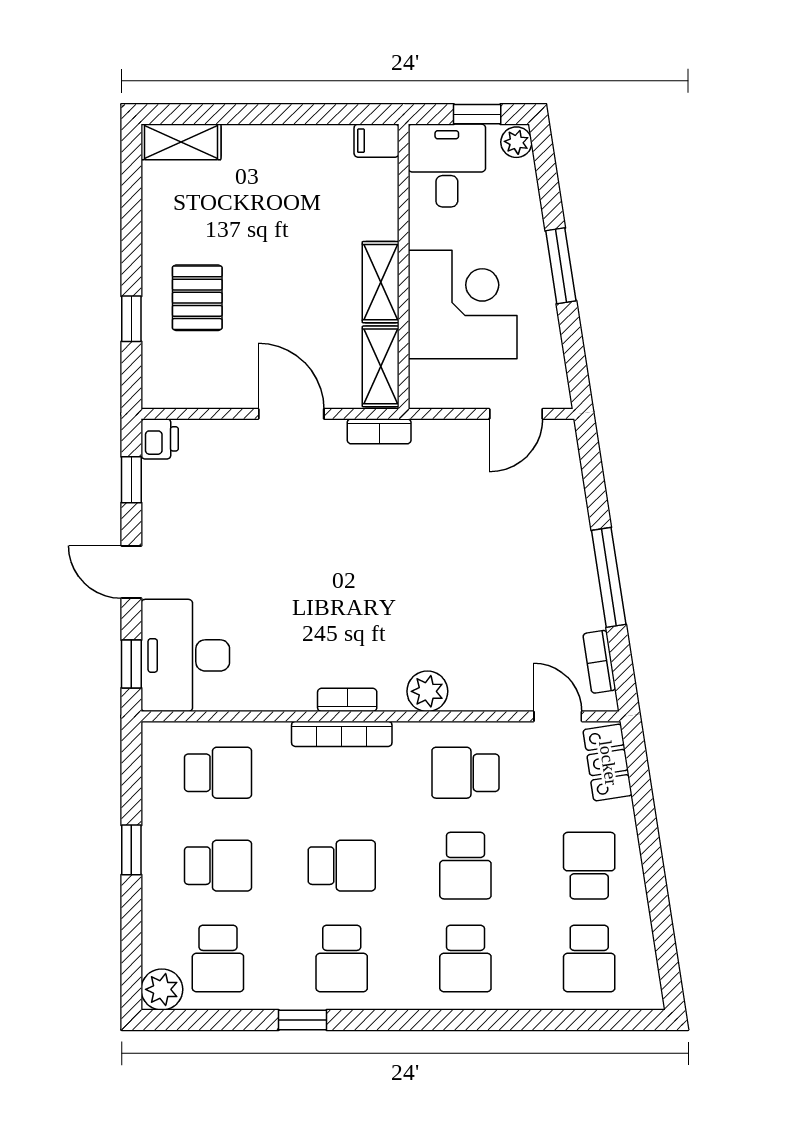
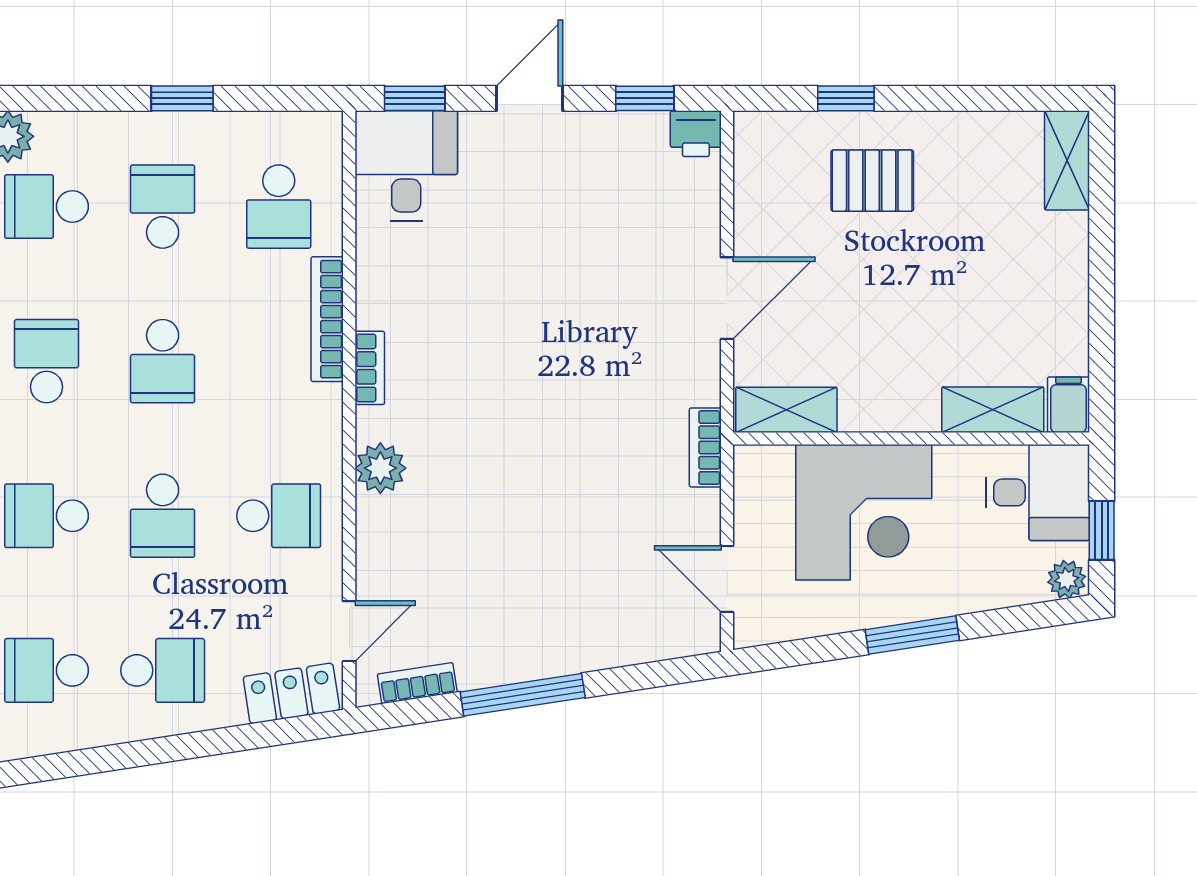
shelving: (381, 282) -> (993, 410), moved
bookcase: (379, 431) -> (705, 447), moved
desk: (185, 655) -> (406, 166), width x0.73
bookcase: (342, 734) -> (327, 319), moved
school desk: (465, 773) -> (279, 516), turned 90
school desk: (218, 866) -> (163, 207), turned 180
school desk: (465, 866) -> (163, 516), turned -90
school desk: (342, 959) -> (47, 361), turned 90

